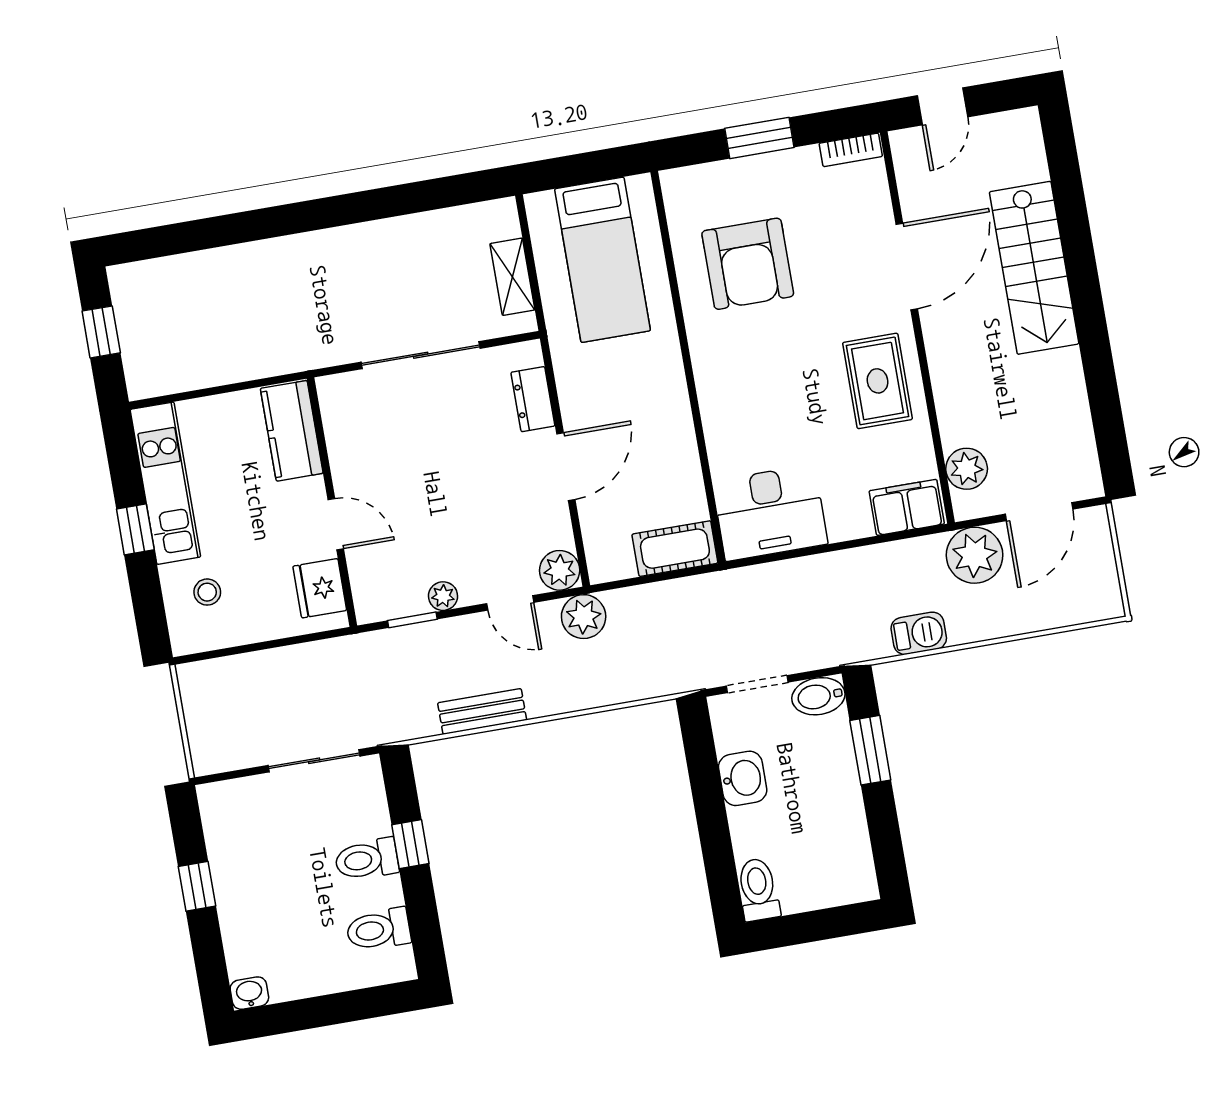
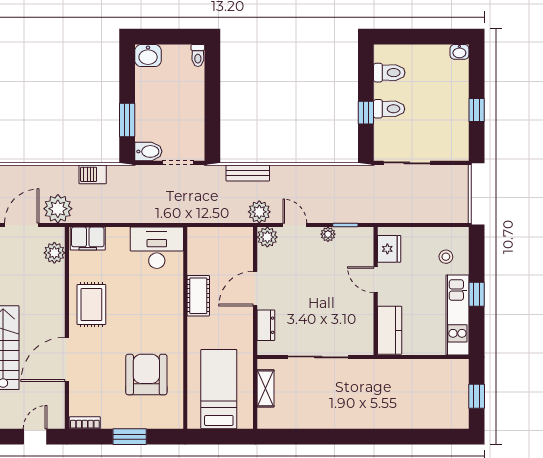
cot: (675, 549) -> (198, 296), moved, turned 90
bench: (482, 711) -> (248, 173), moved
washbasin: (743, 778) -> (148, 56), moved, turned -90
toilet: (758, 889) -> (198, 55), width x0.73, depth x0.72

